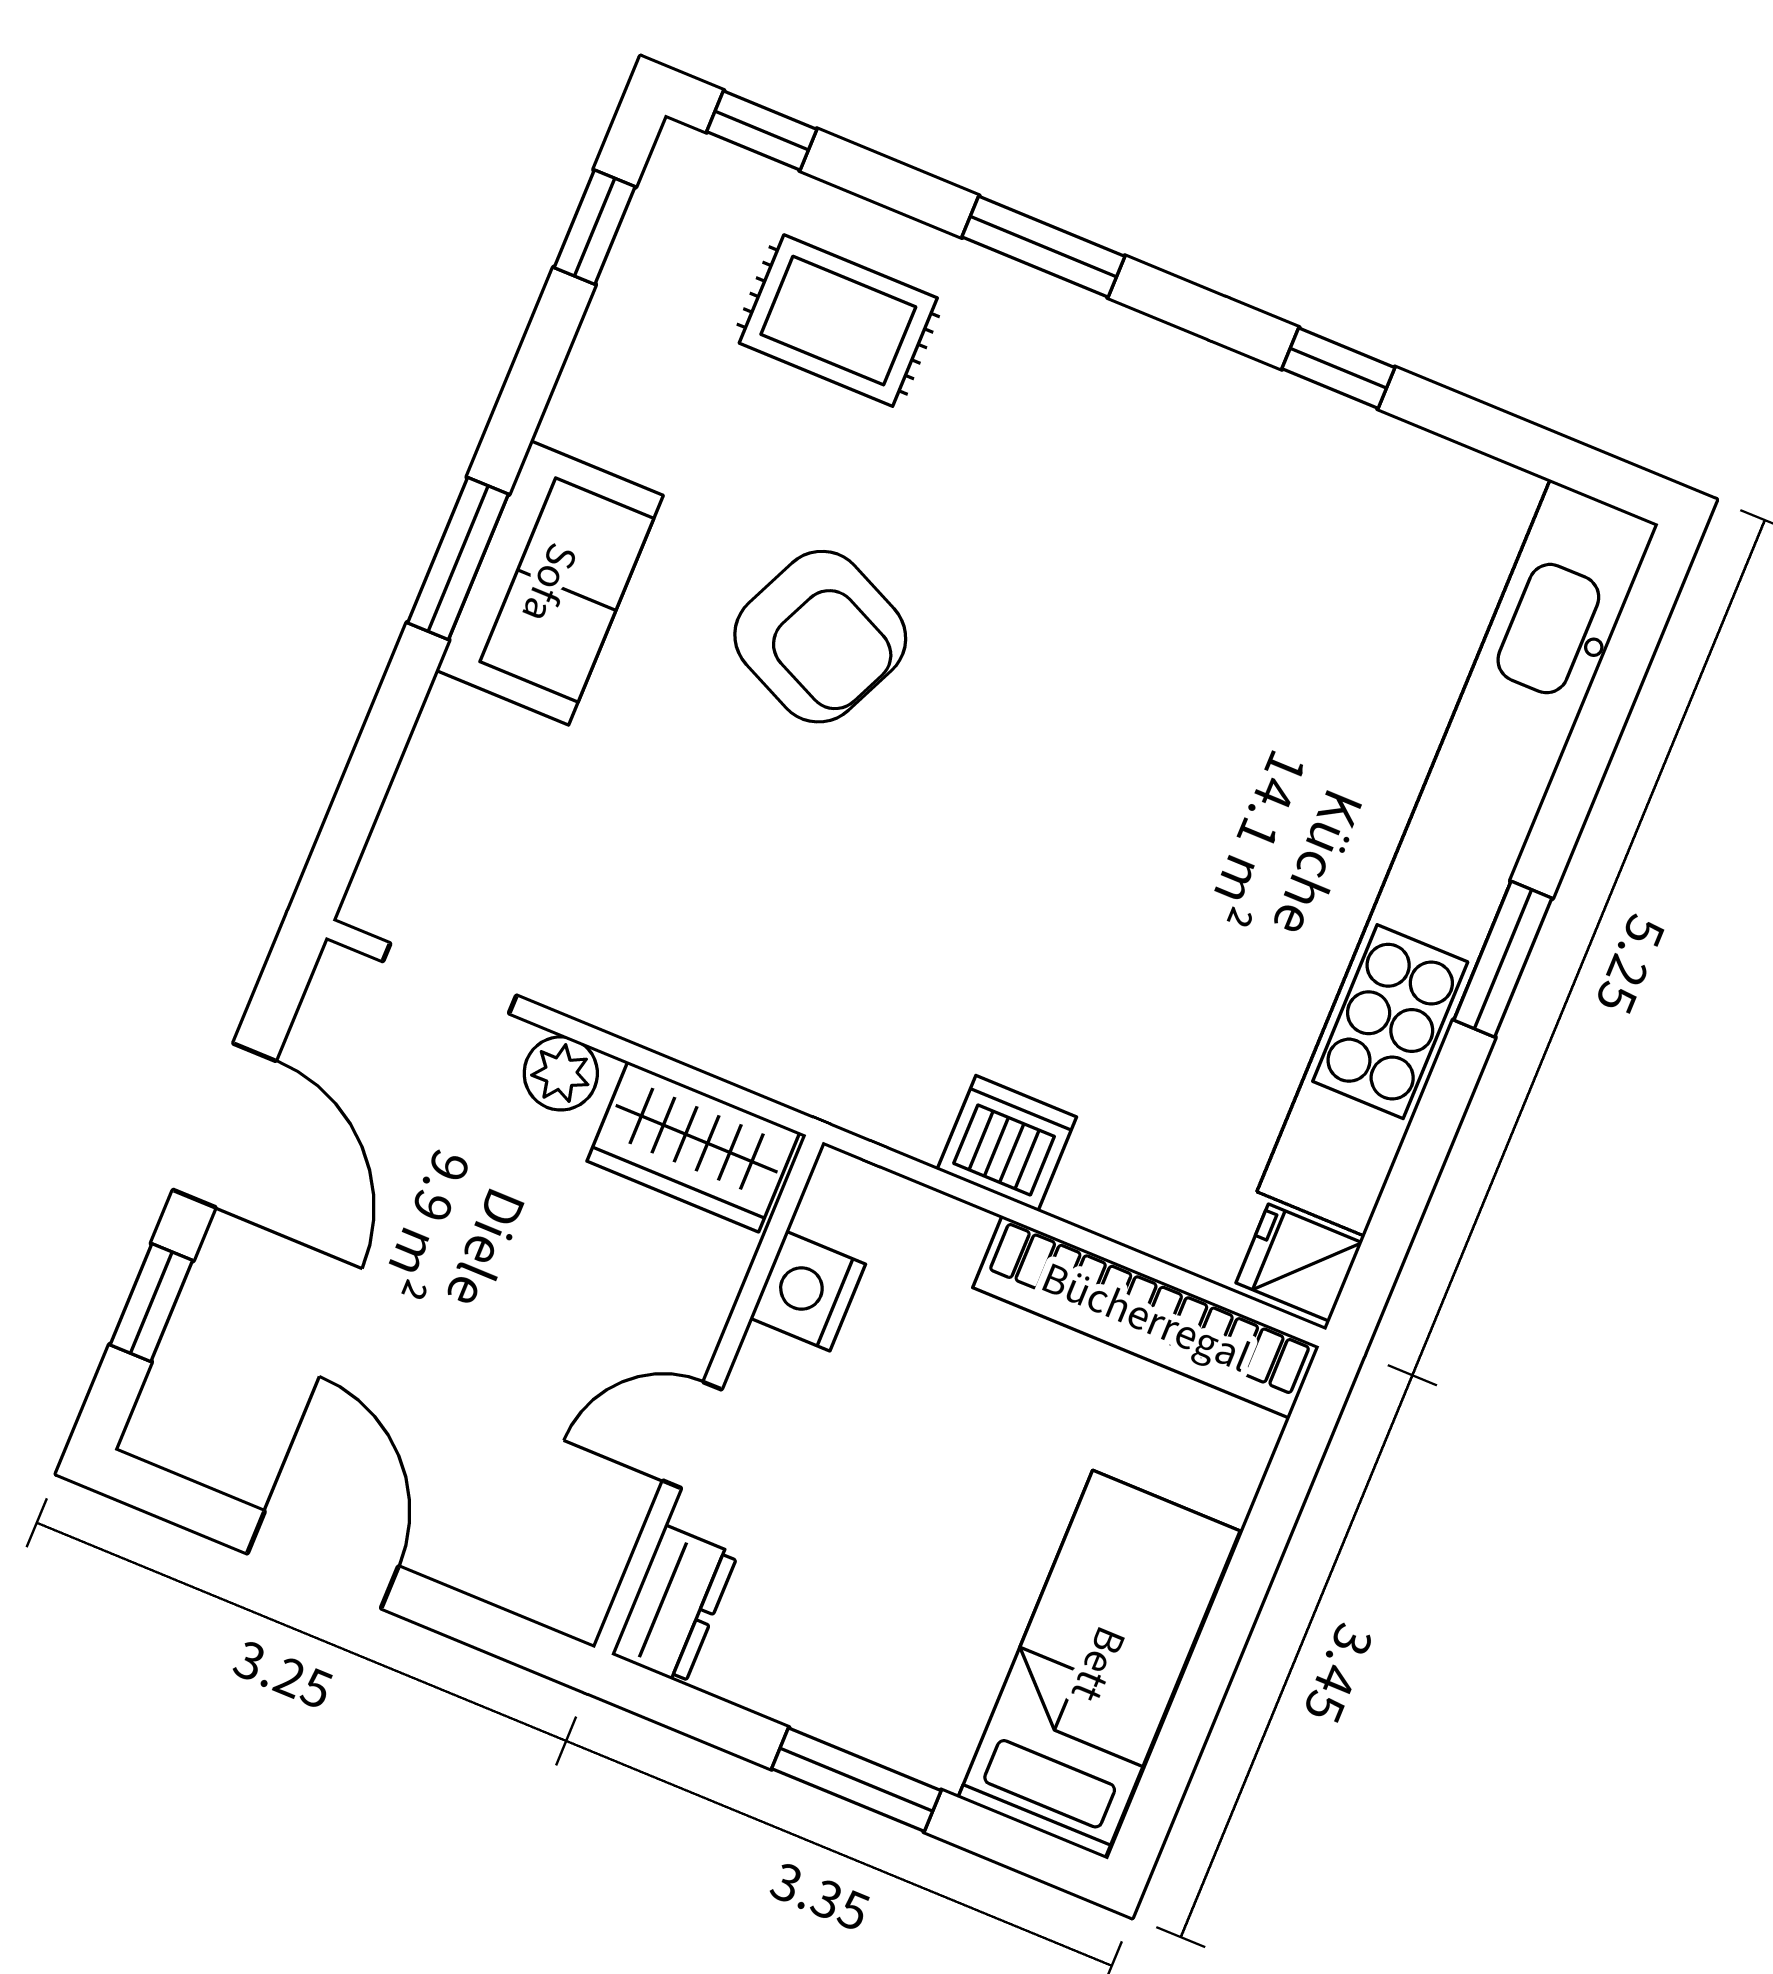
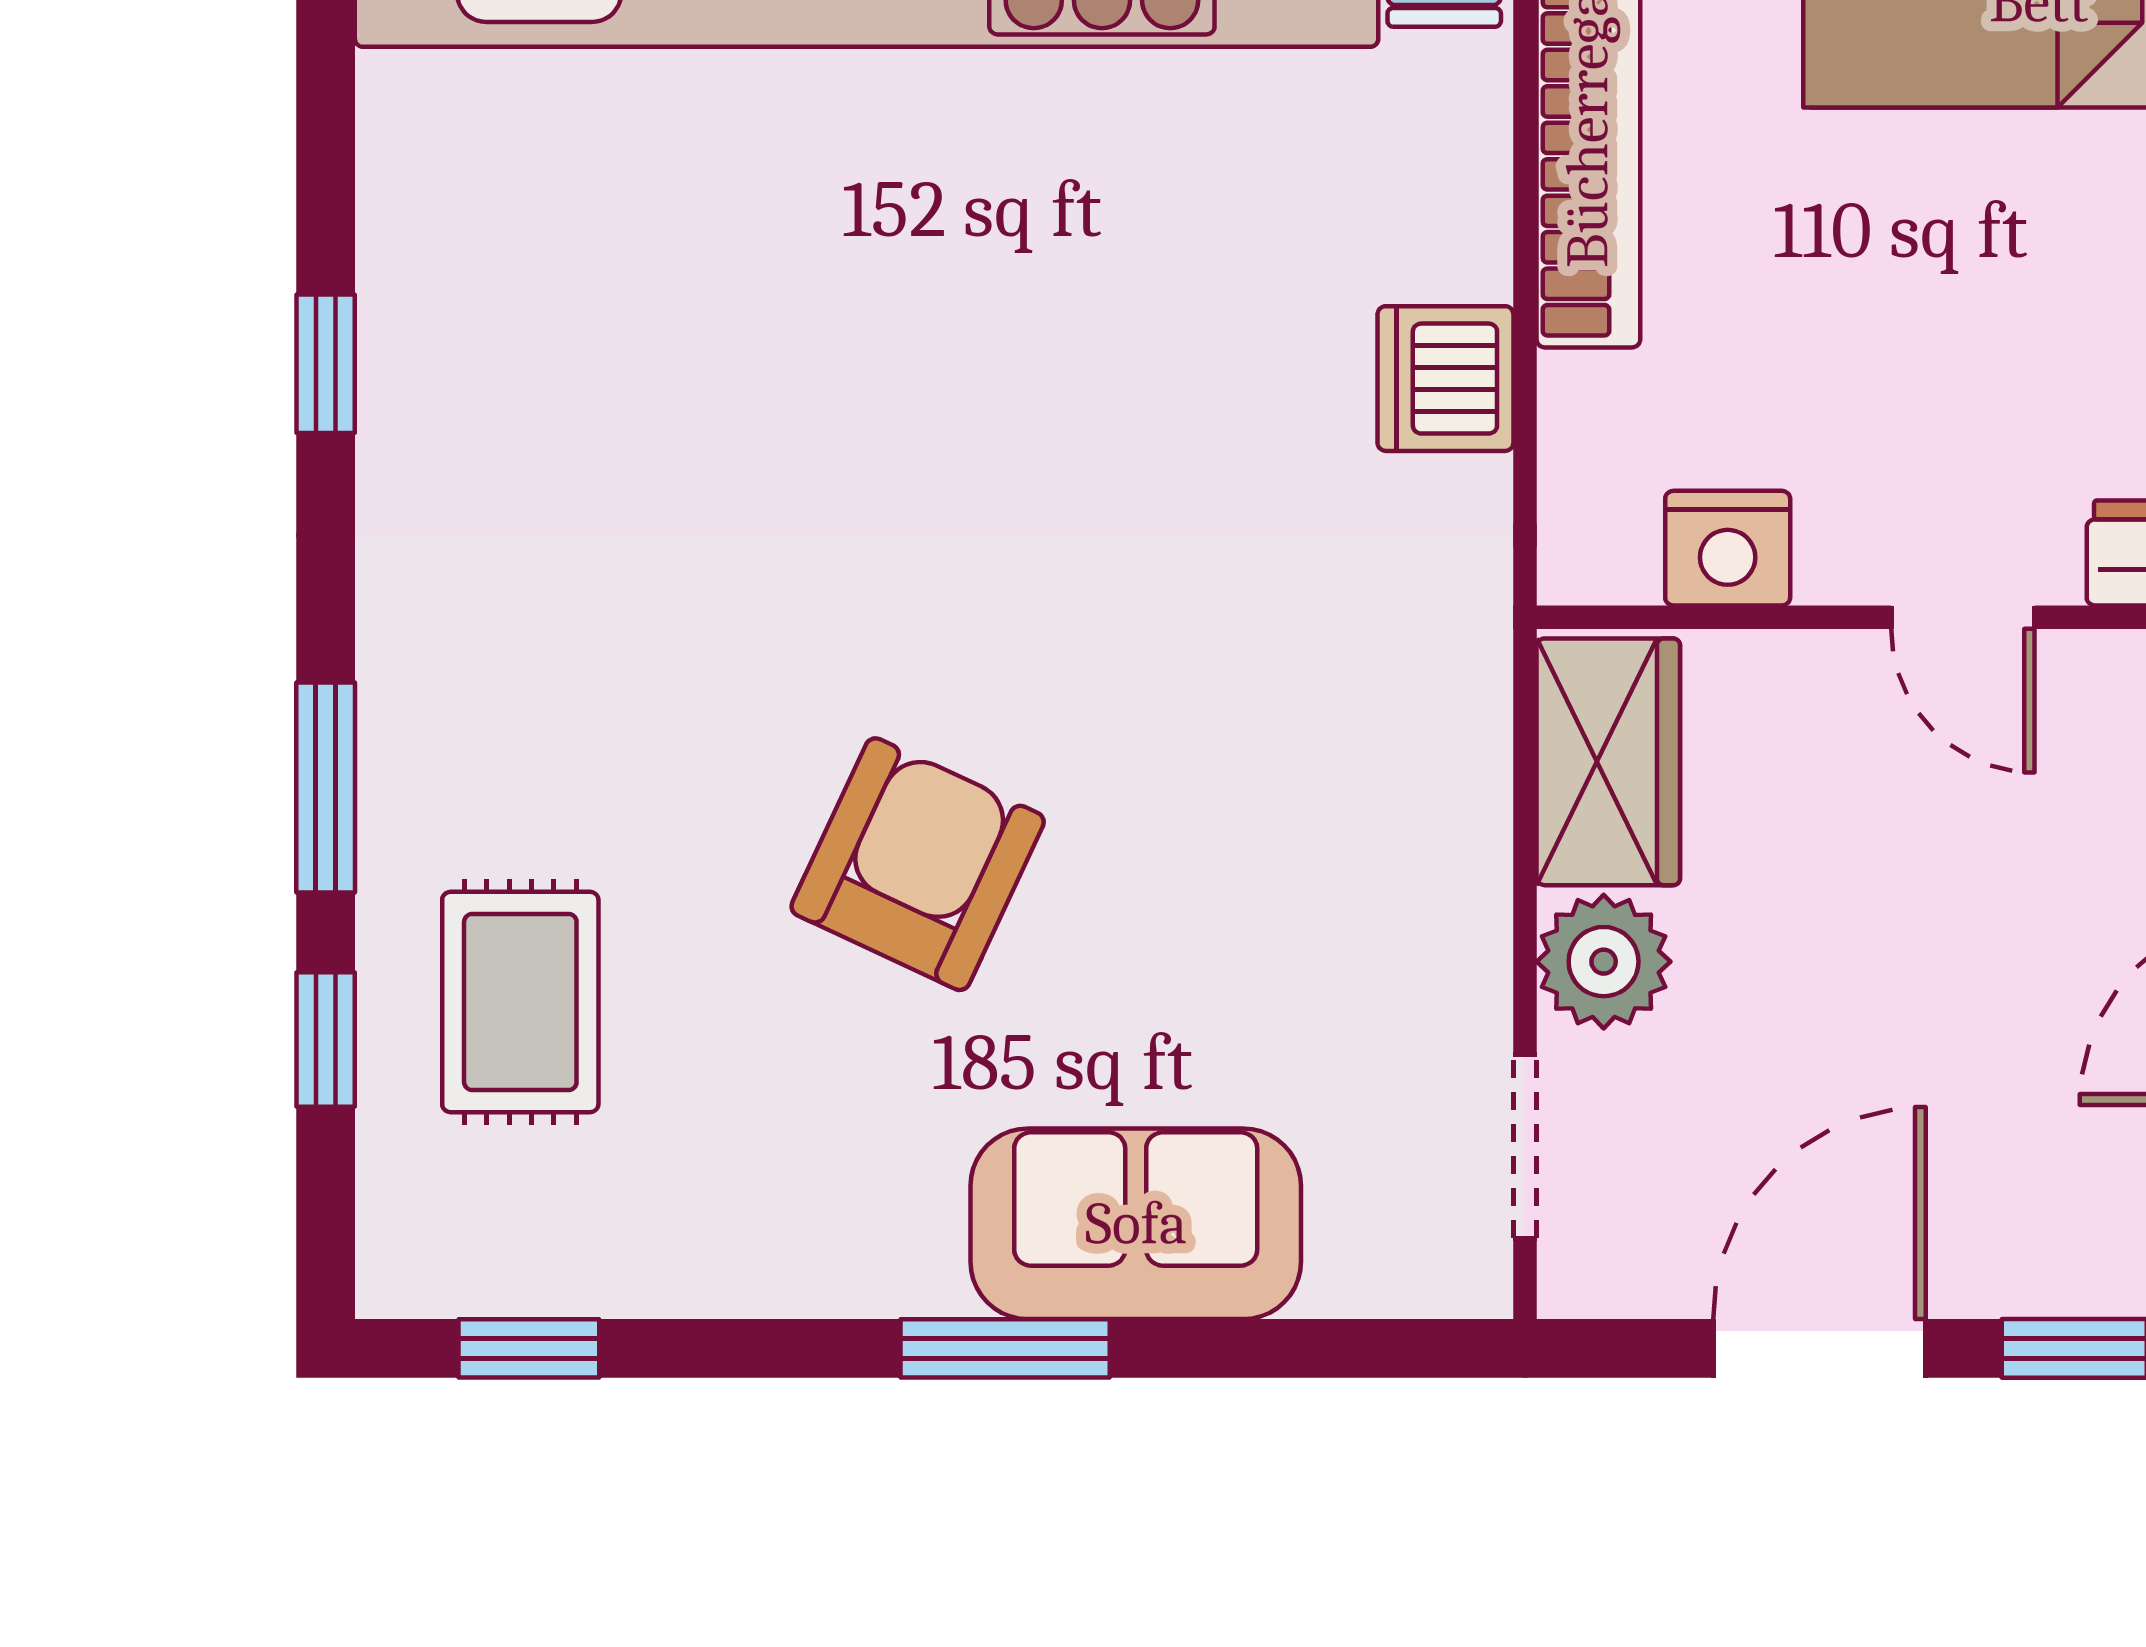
window: (762, 131) -> (326, 1040), moved
sofa: (550, 583) -> (1136, 1224), moved
plant: (561, 1073) -> (1604, 962), width x1.38, depth x1.38

